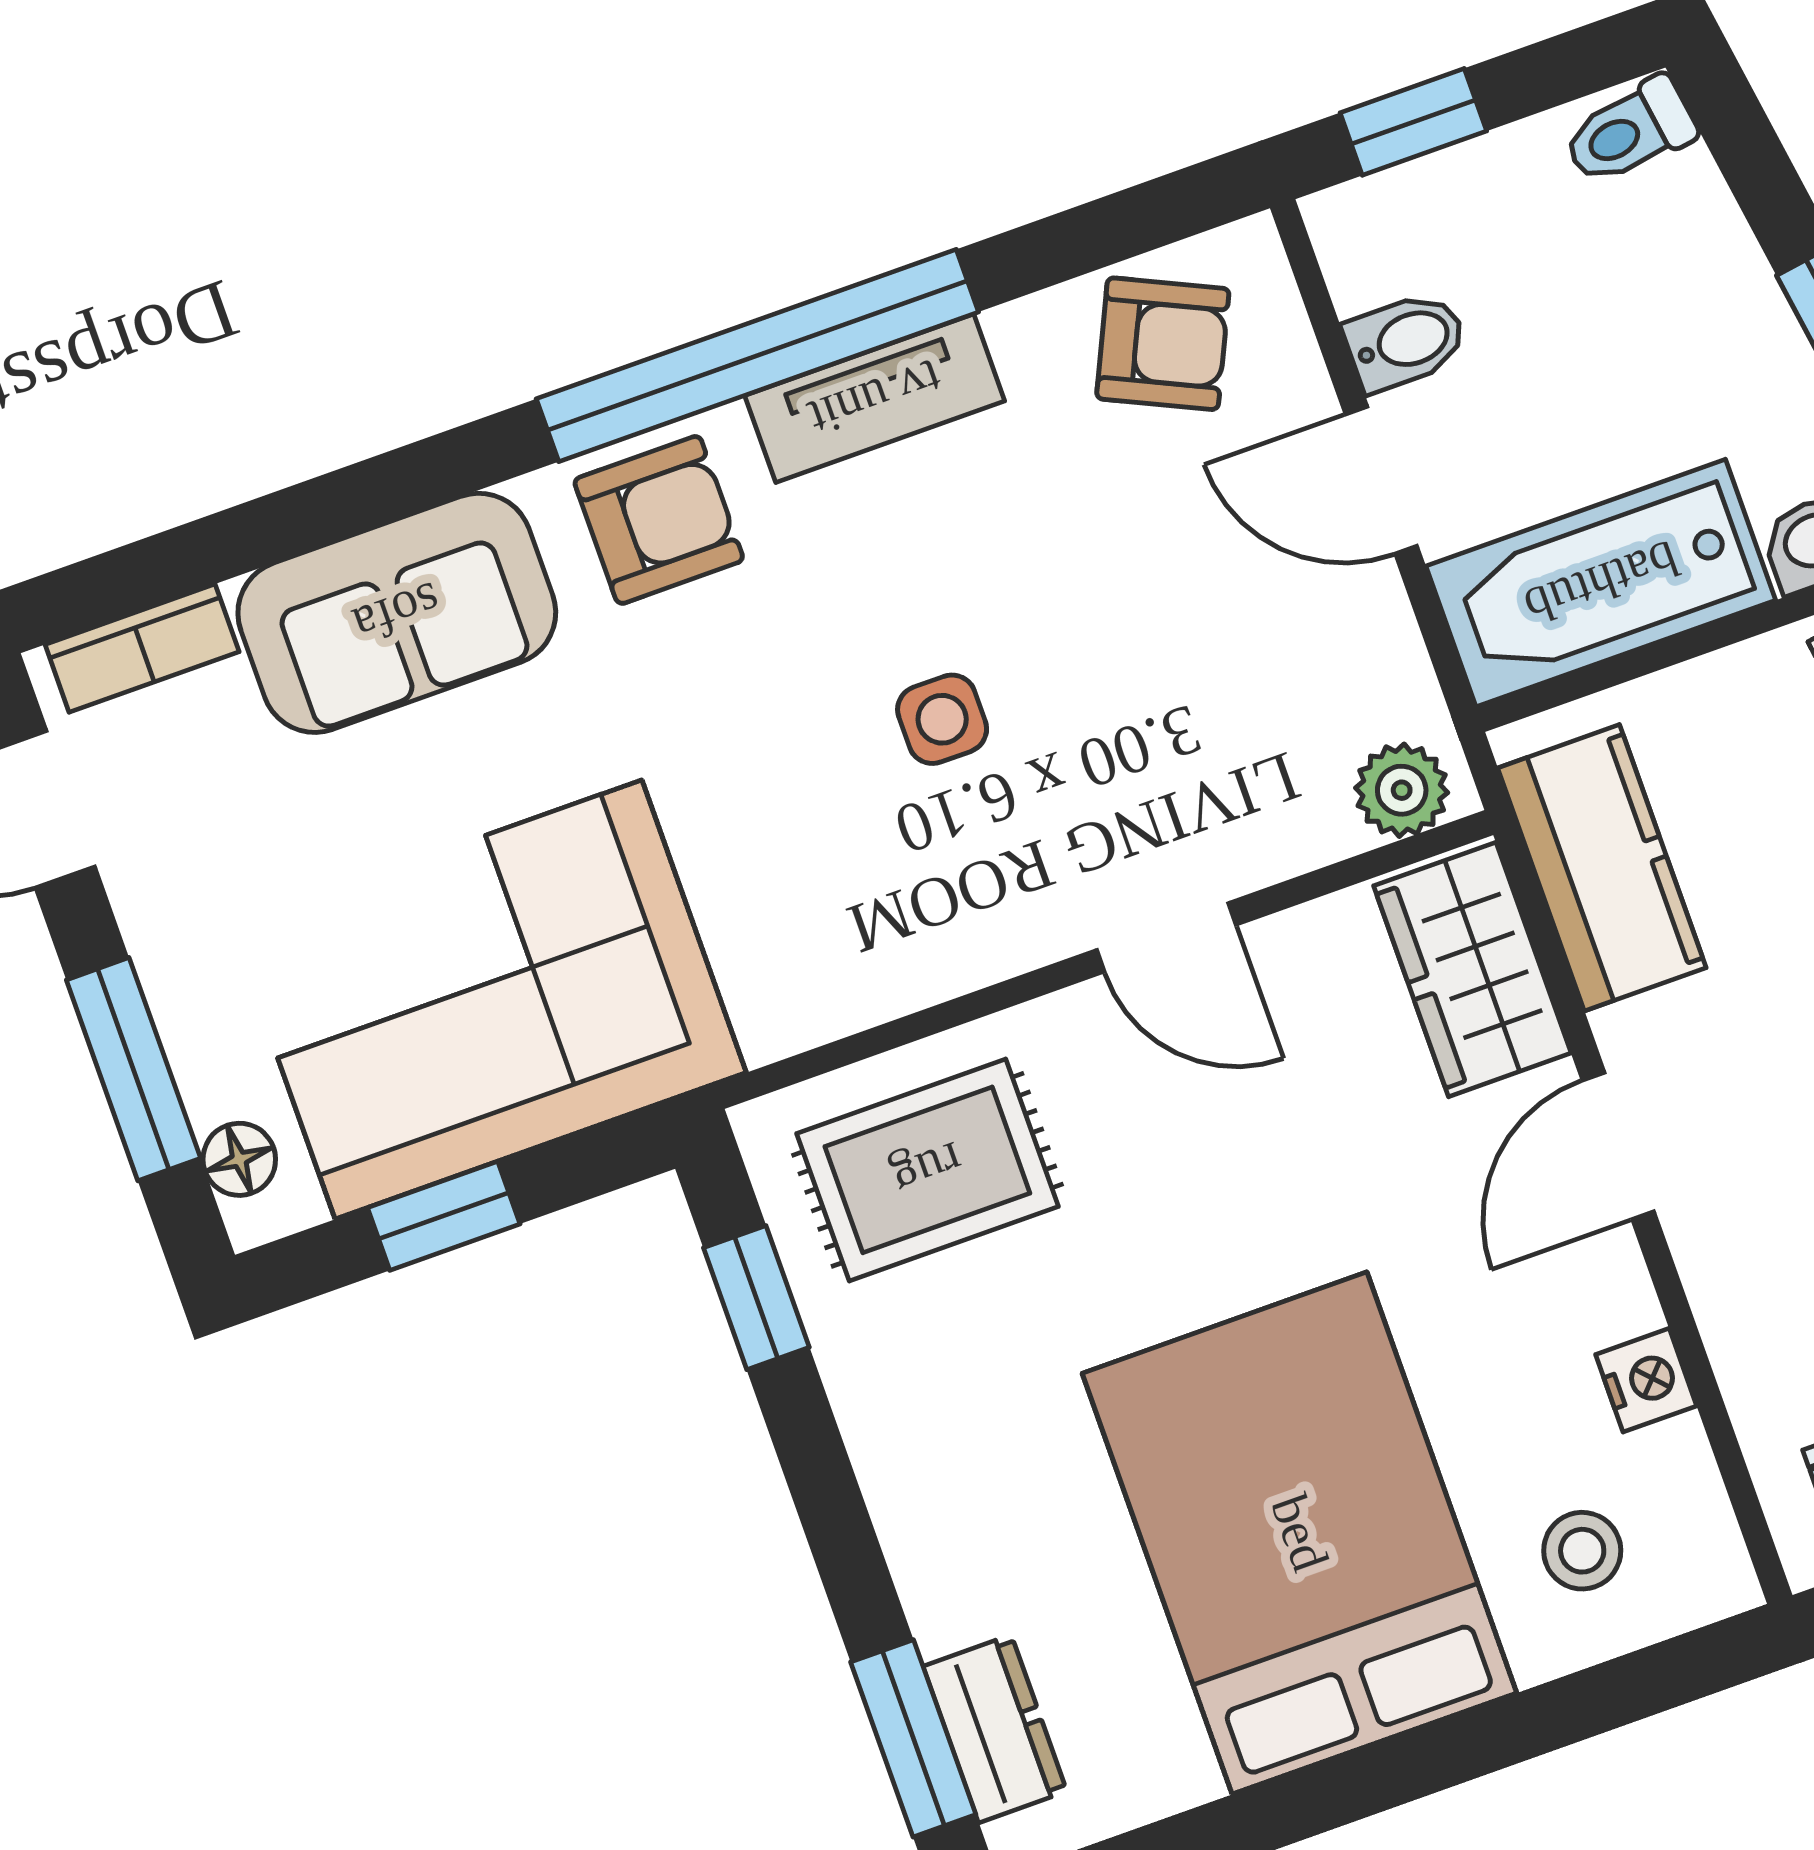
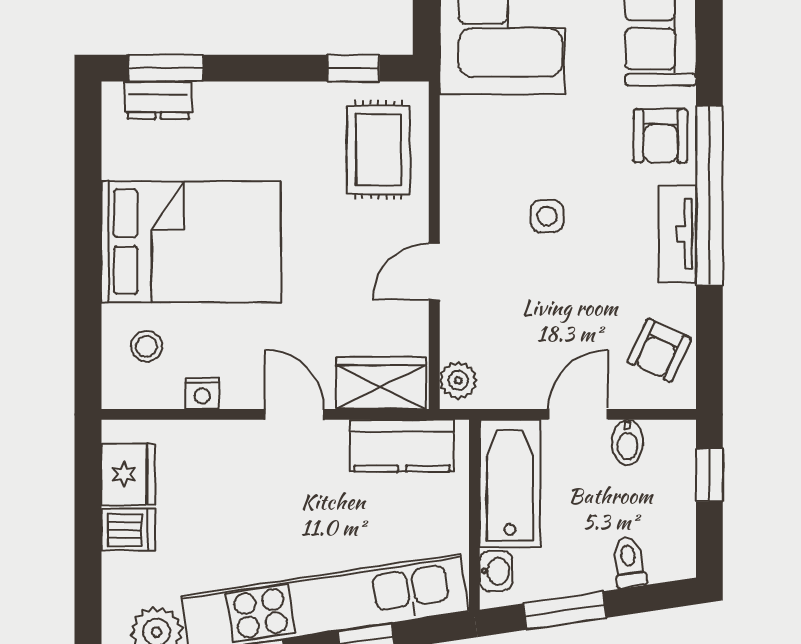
toilet: (1630, 132) -> (629, 562), moved

